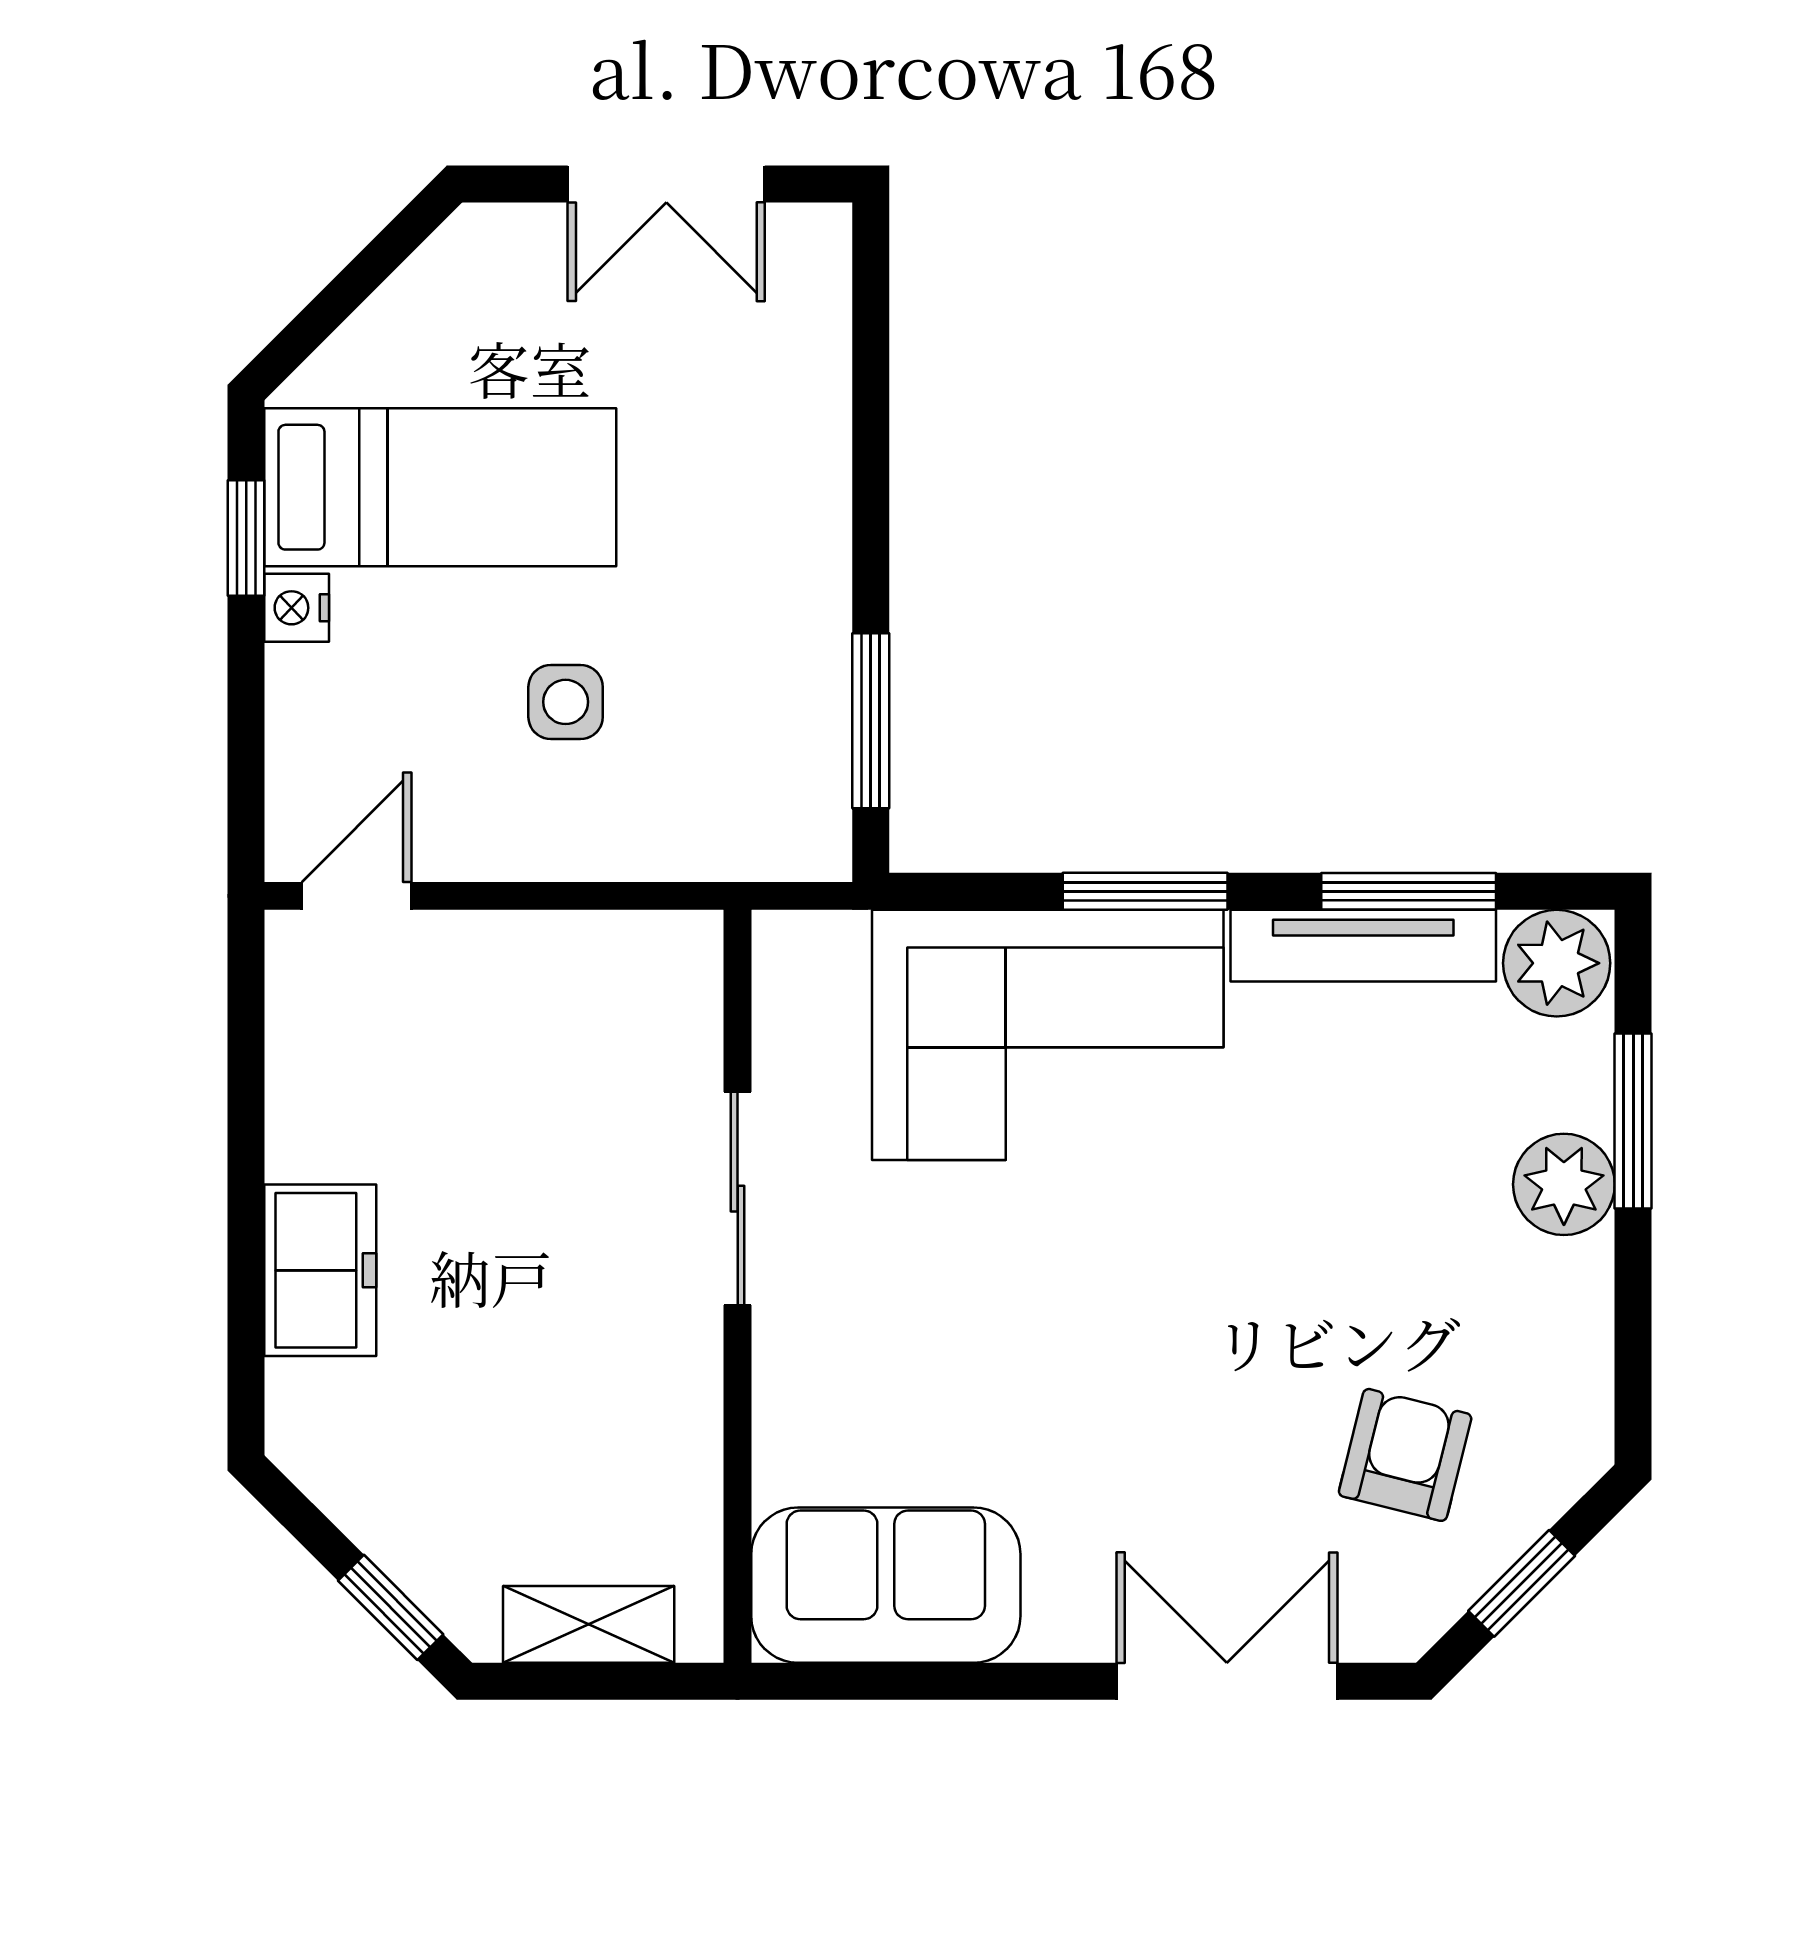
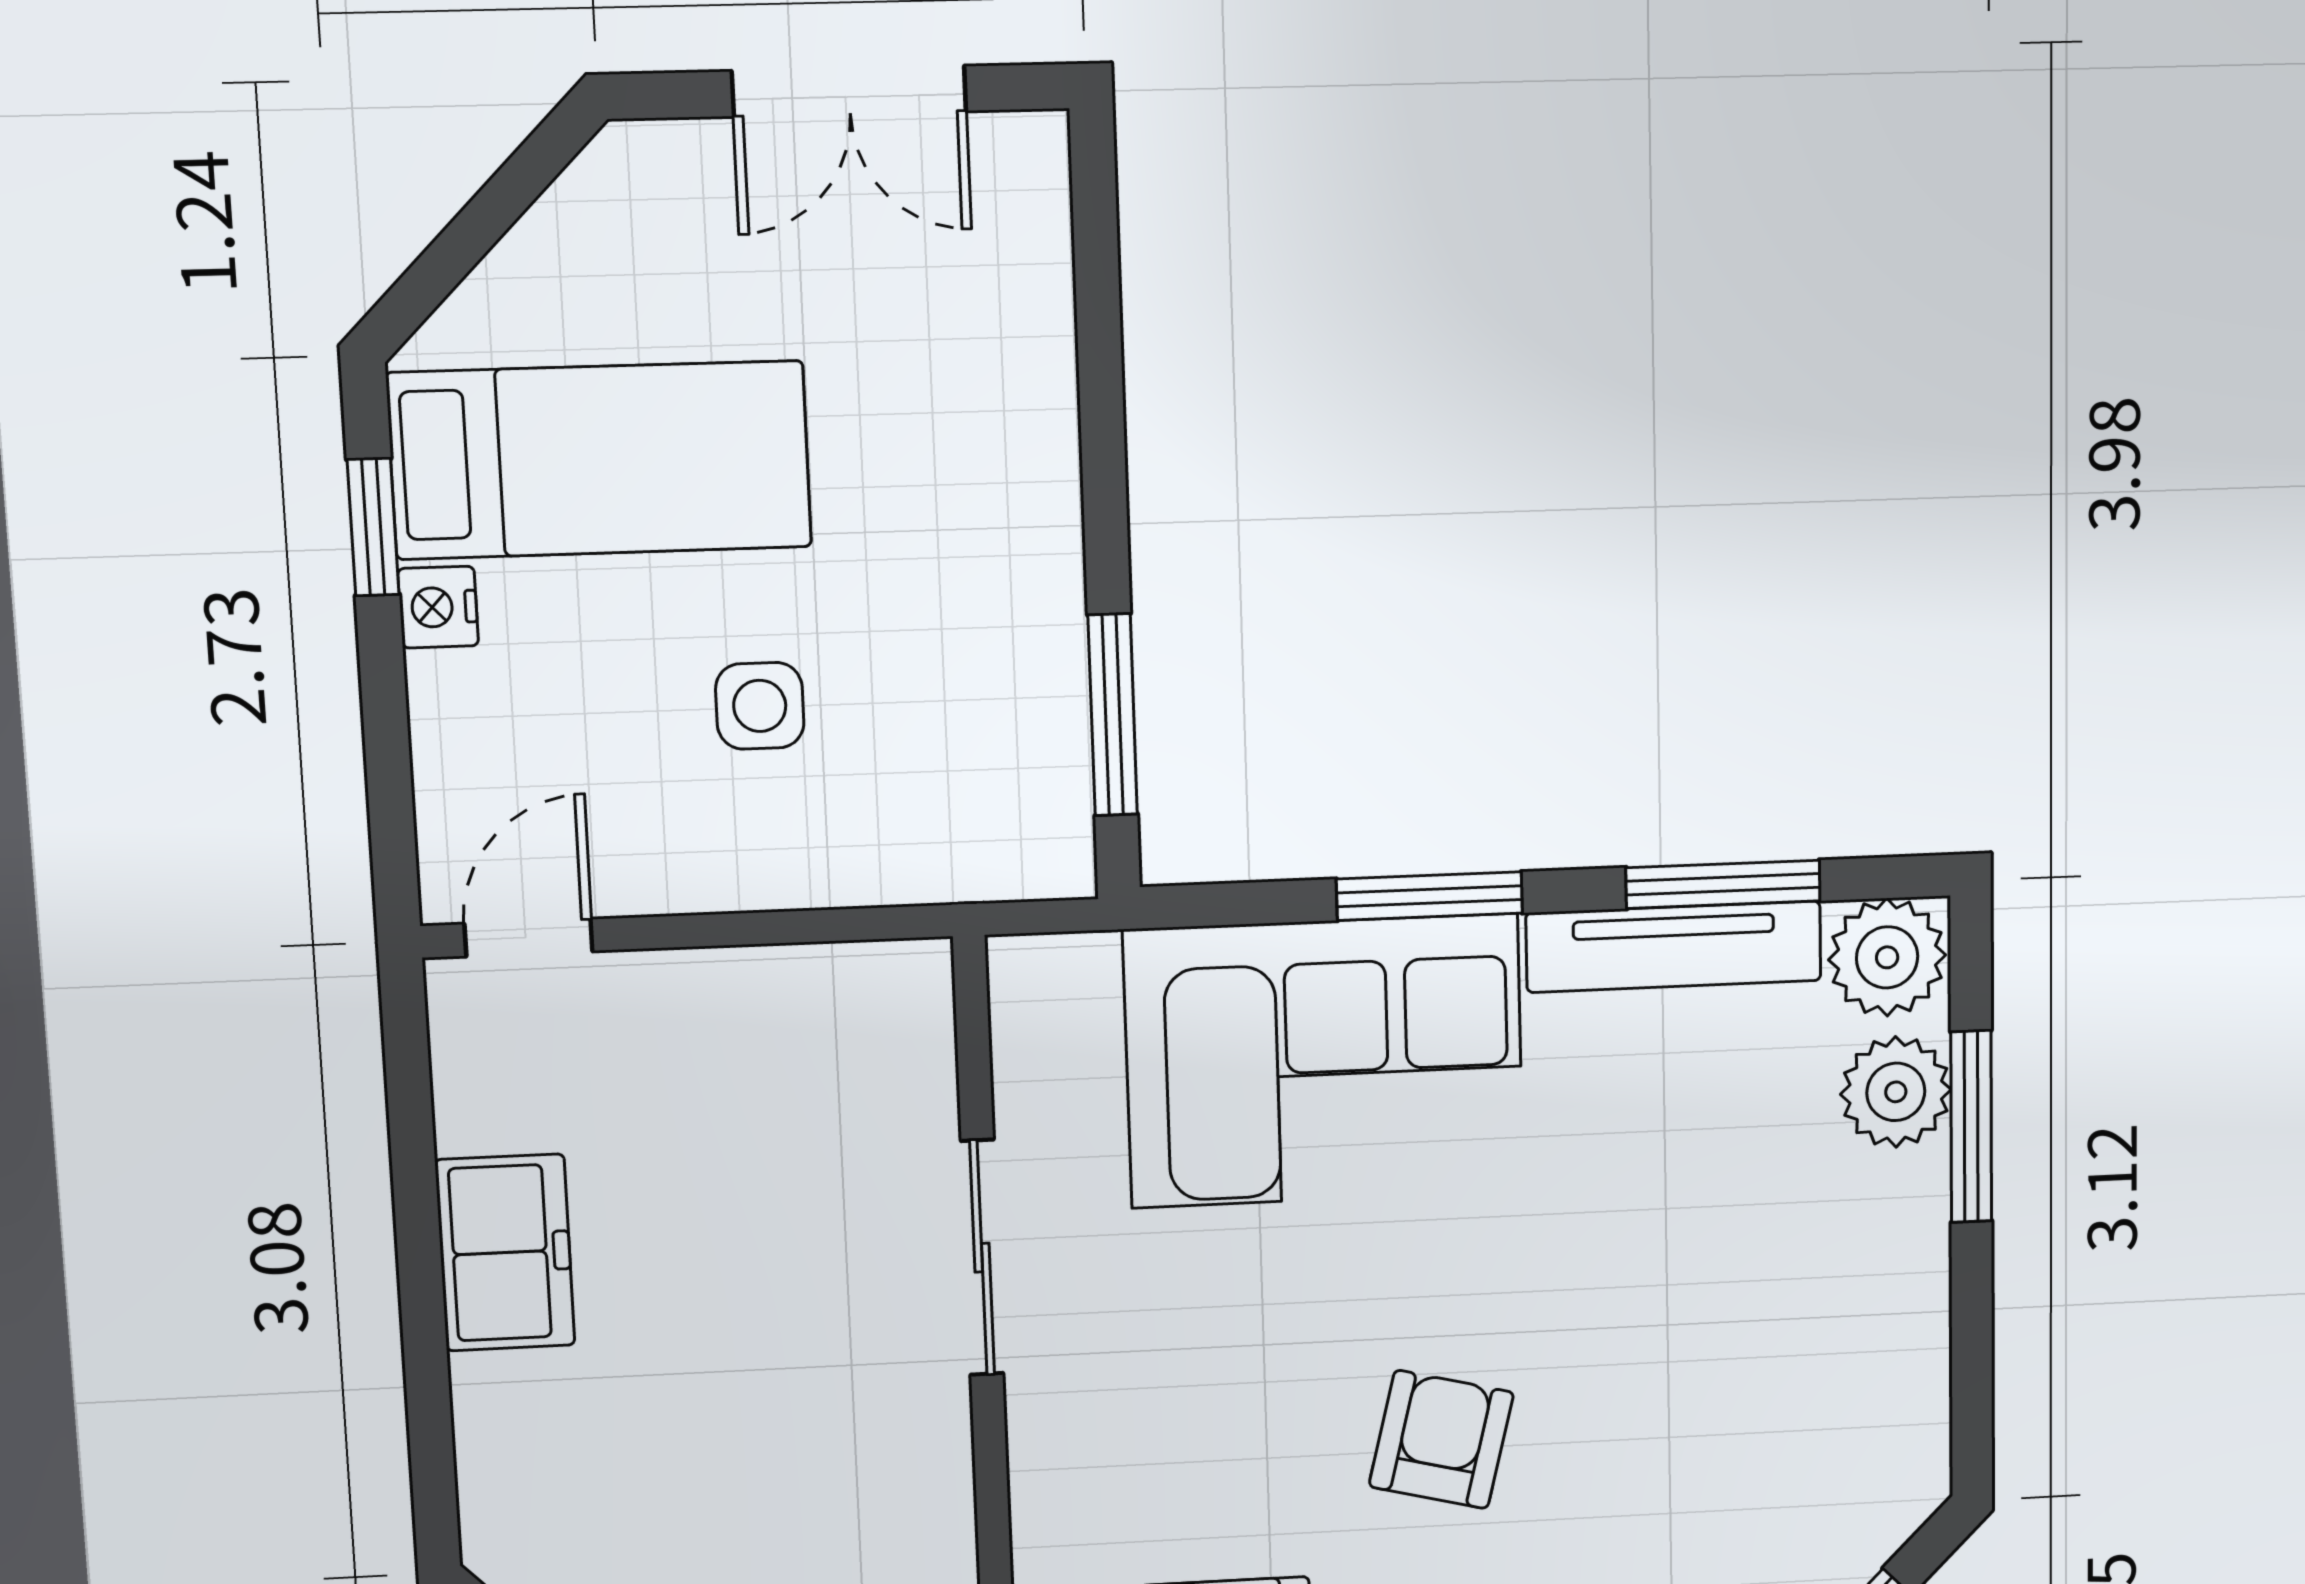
plant: (1564, 1184) -> (1896, 1092), moved
freezer: (320, 1270) -> (505, 1253), moved
armchair: (1405, 1455) -> (1441, 1440), moved

